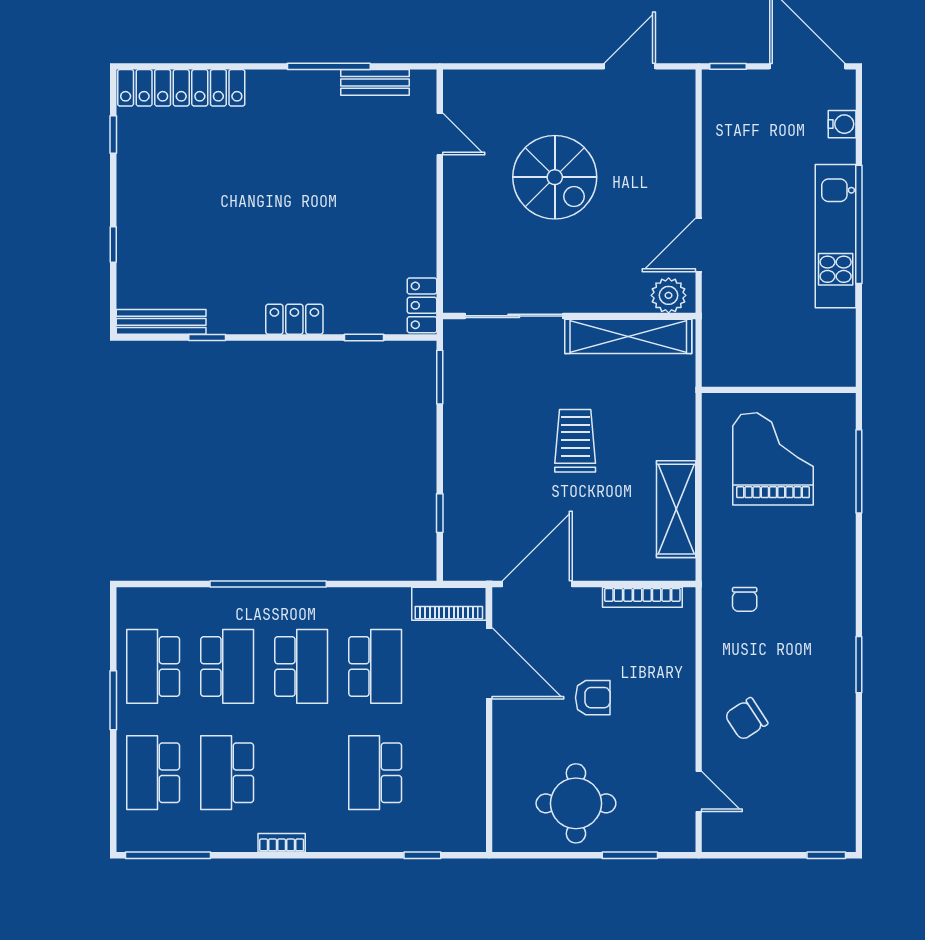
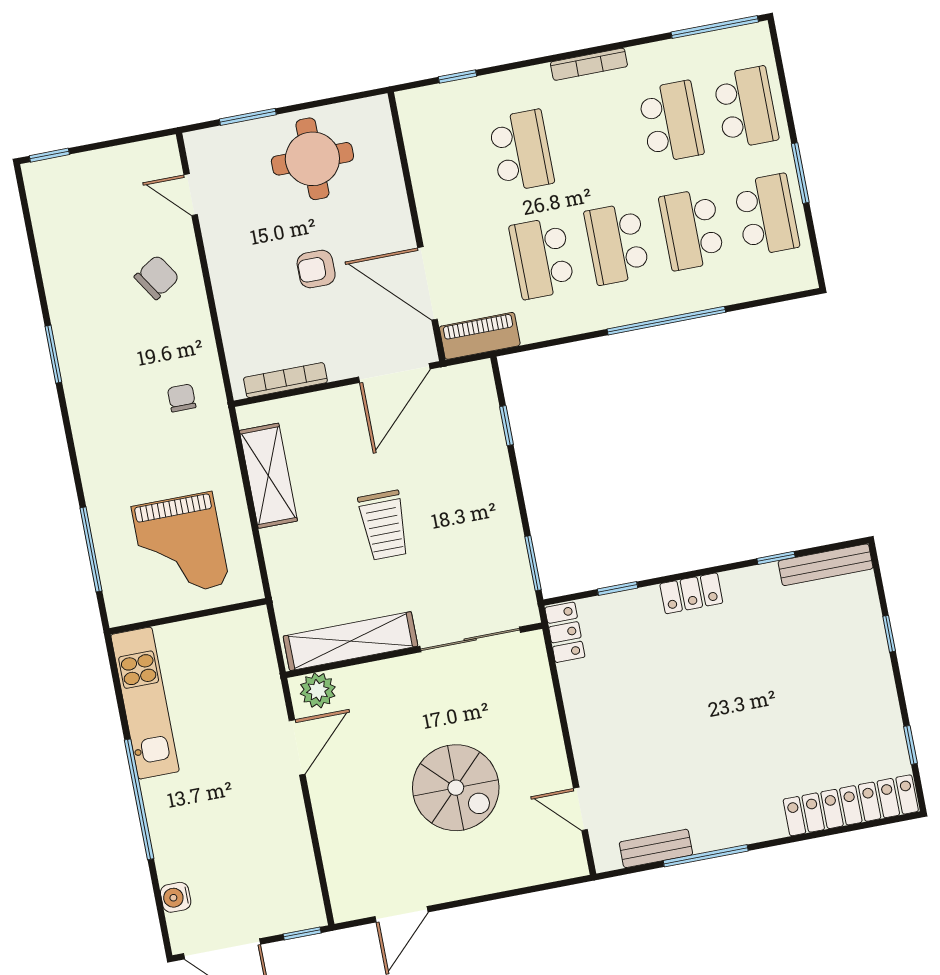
spiral stairs: (555, 177) -> (456, 788), turned 180
kitchen unit: (836, 236) -> (145, 703), moved
bookcase: (282, 843) -> (589, 64), width x1.56

